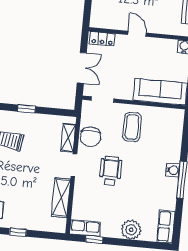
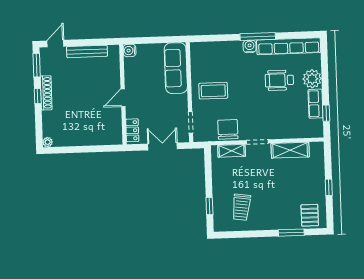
window: (26, 109) -> (209, 206), moved
chair: (91, 137) -> (228, 129), turned -90
wheelchair: (111, 171) -> (279, 80), moved
row of seats: (166, 227) -> (289, 46), width x2.02
row of seats: (85, 228) -> (316, 104), moved

